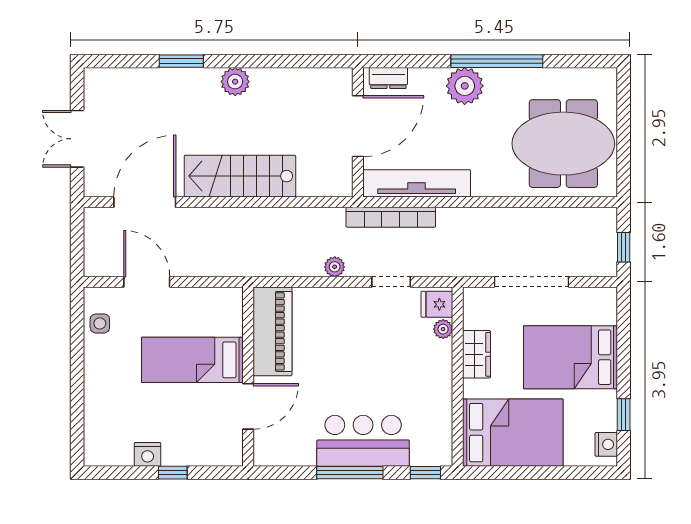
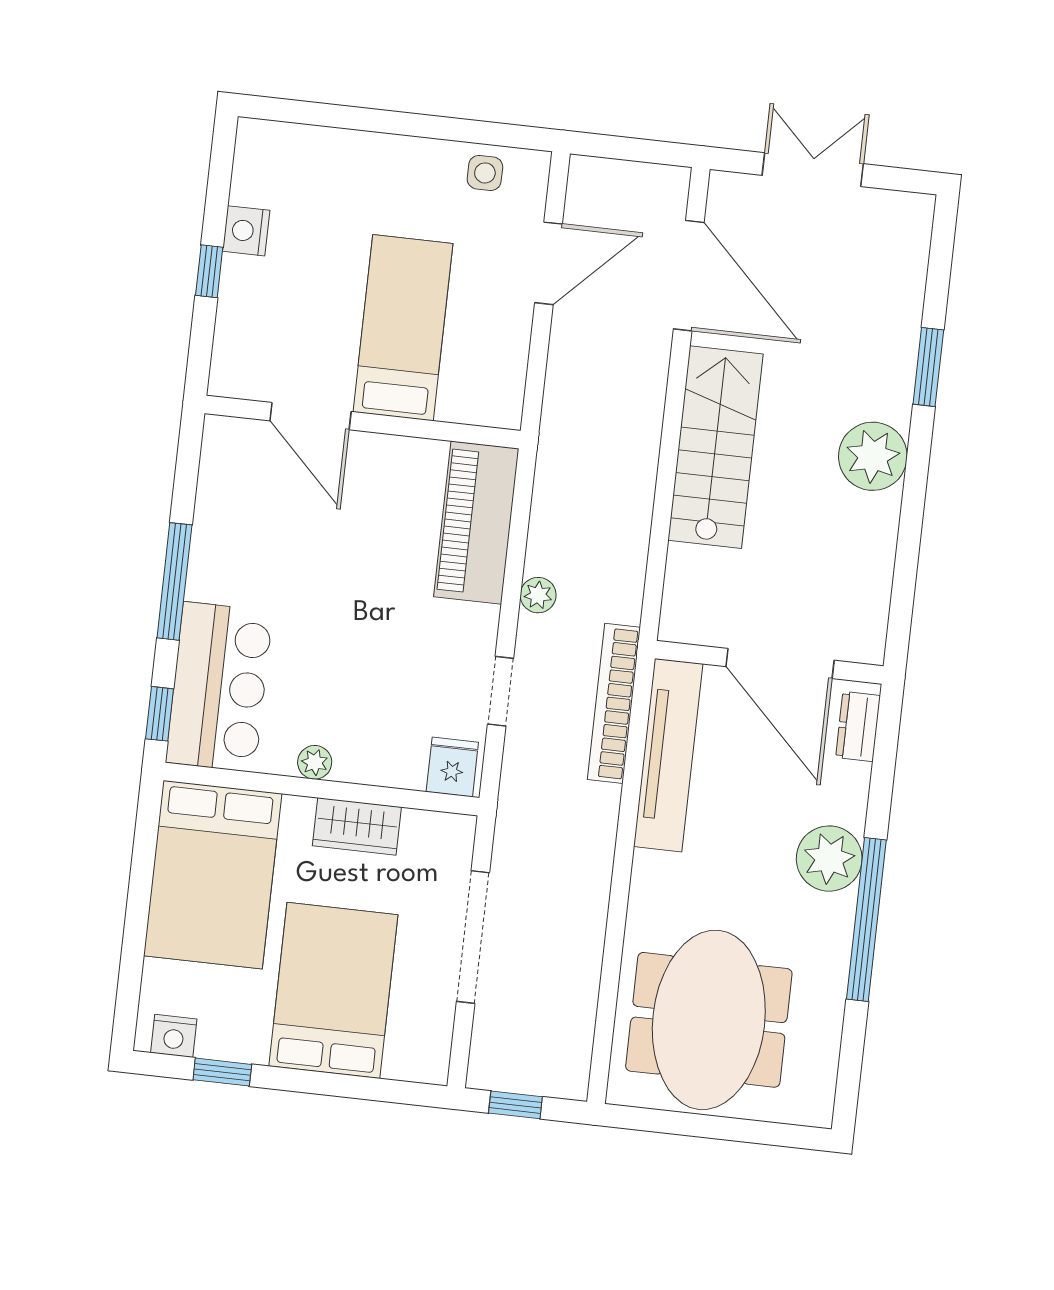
plant: (235, 82) -> (873, 456), width x1.36, depth x1.36
plant: (443, 329) -> (315, 762), moved
piano: (272, 331) -> (476, 523), moved, turned 90
bar counter: (363, 441) -> (219, 687), moved

